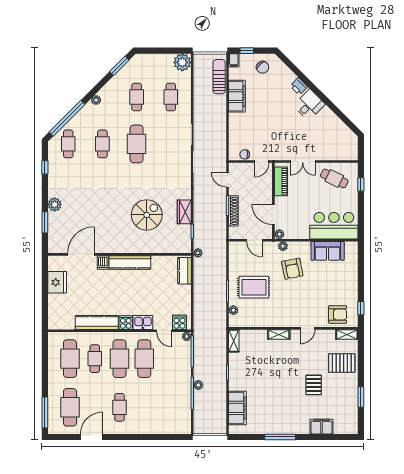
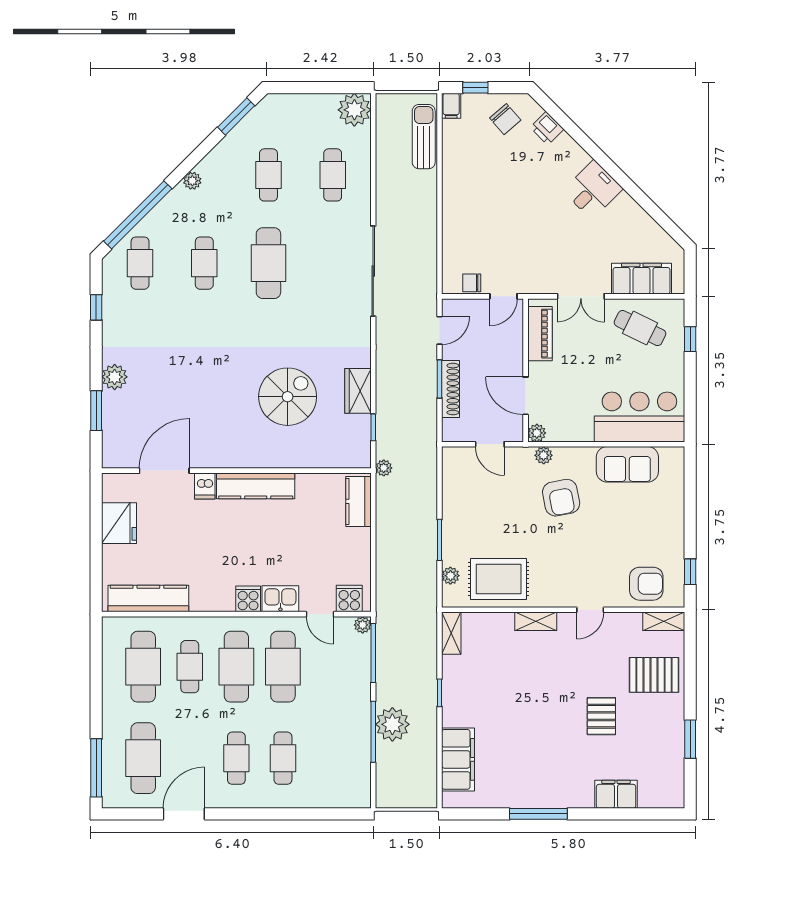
printer: (299, 86) -> (547, 128), moved
filing cabinet: (237, 96) -> (642, 279), moved, turned -90
door: (228, 180) -> (439, 330), swing flipped
rug: (254, 287) -> (499, 579), moved
kitchen counter: (97, 322) -> (148, 599), moved
plant: (198, 385) -> (392, 724), width x1.87, depth x1.87
cafe table: (144, 407) -> (283, 758), added

